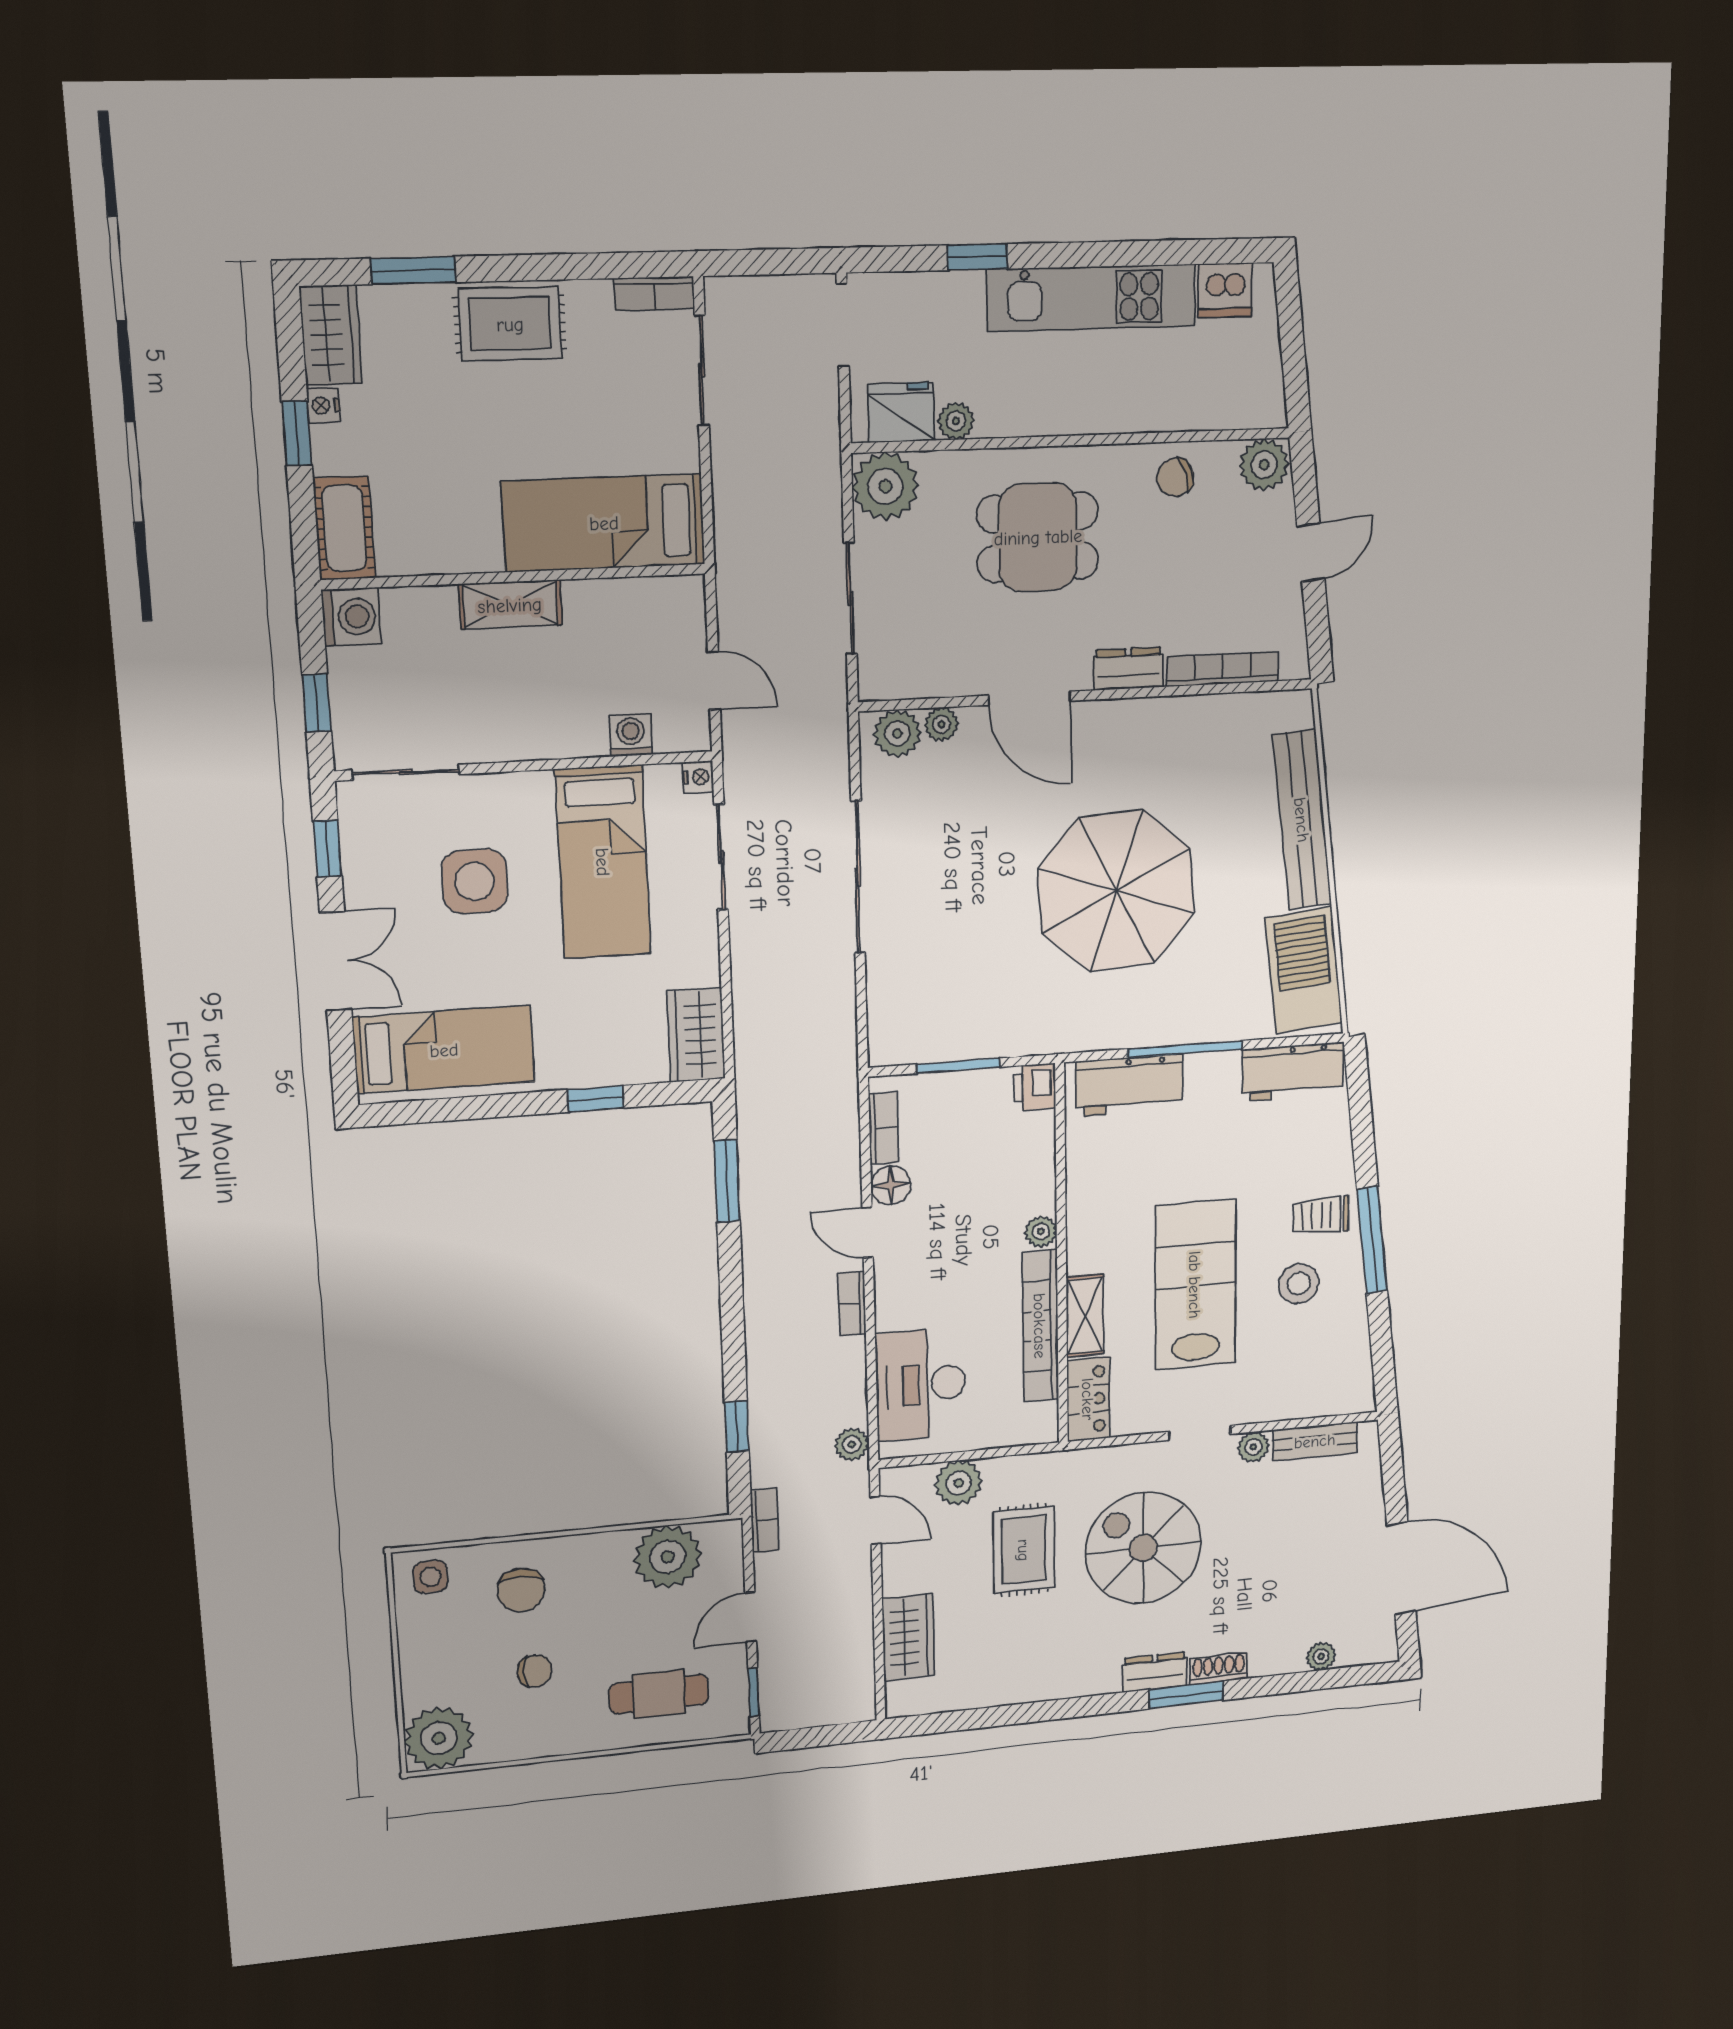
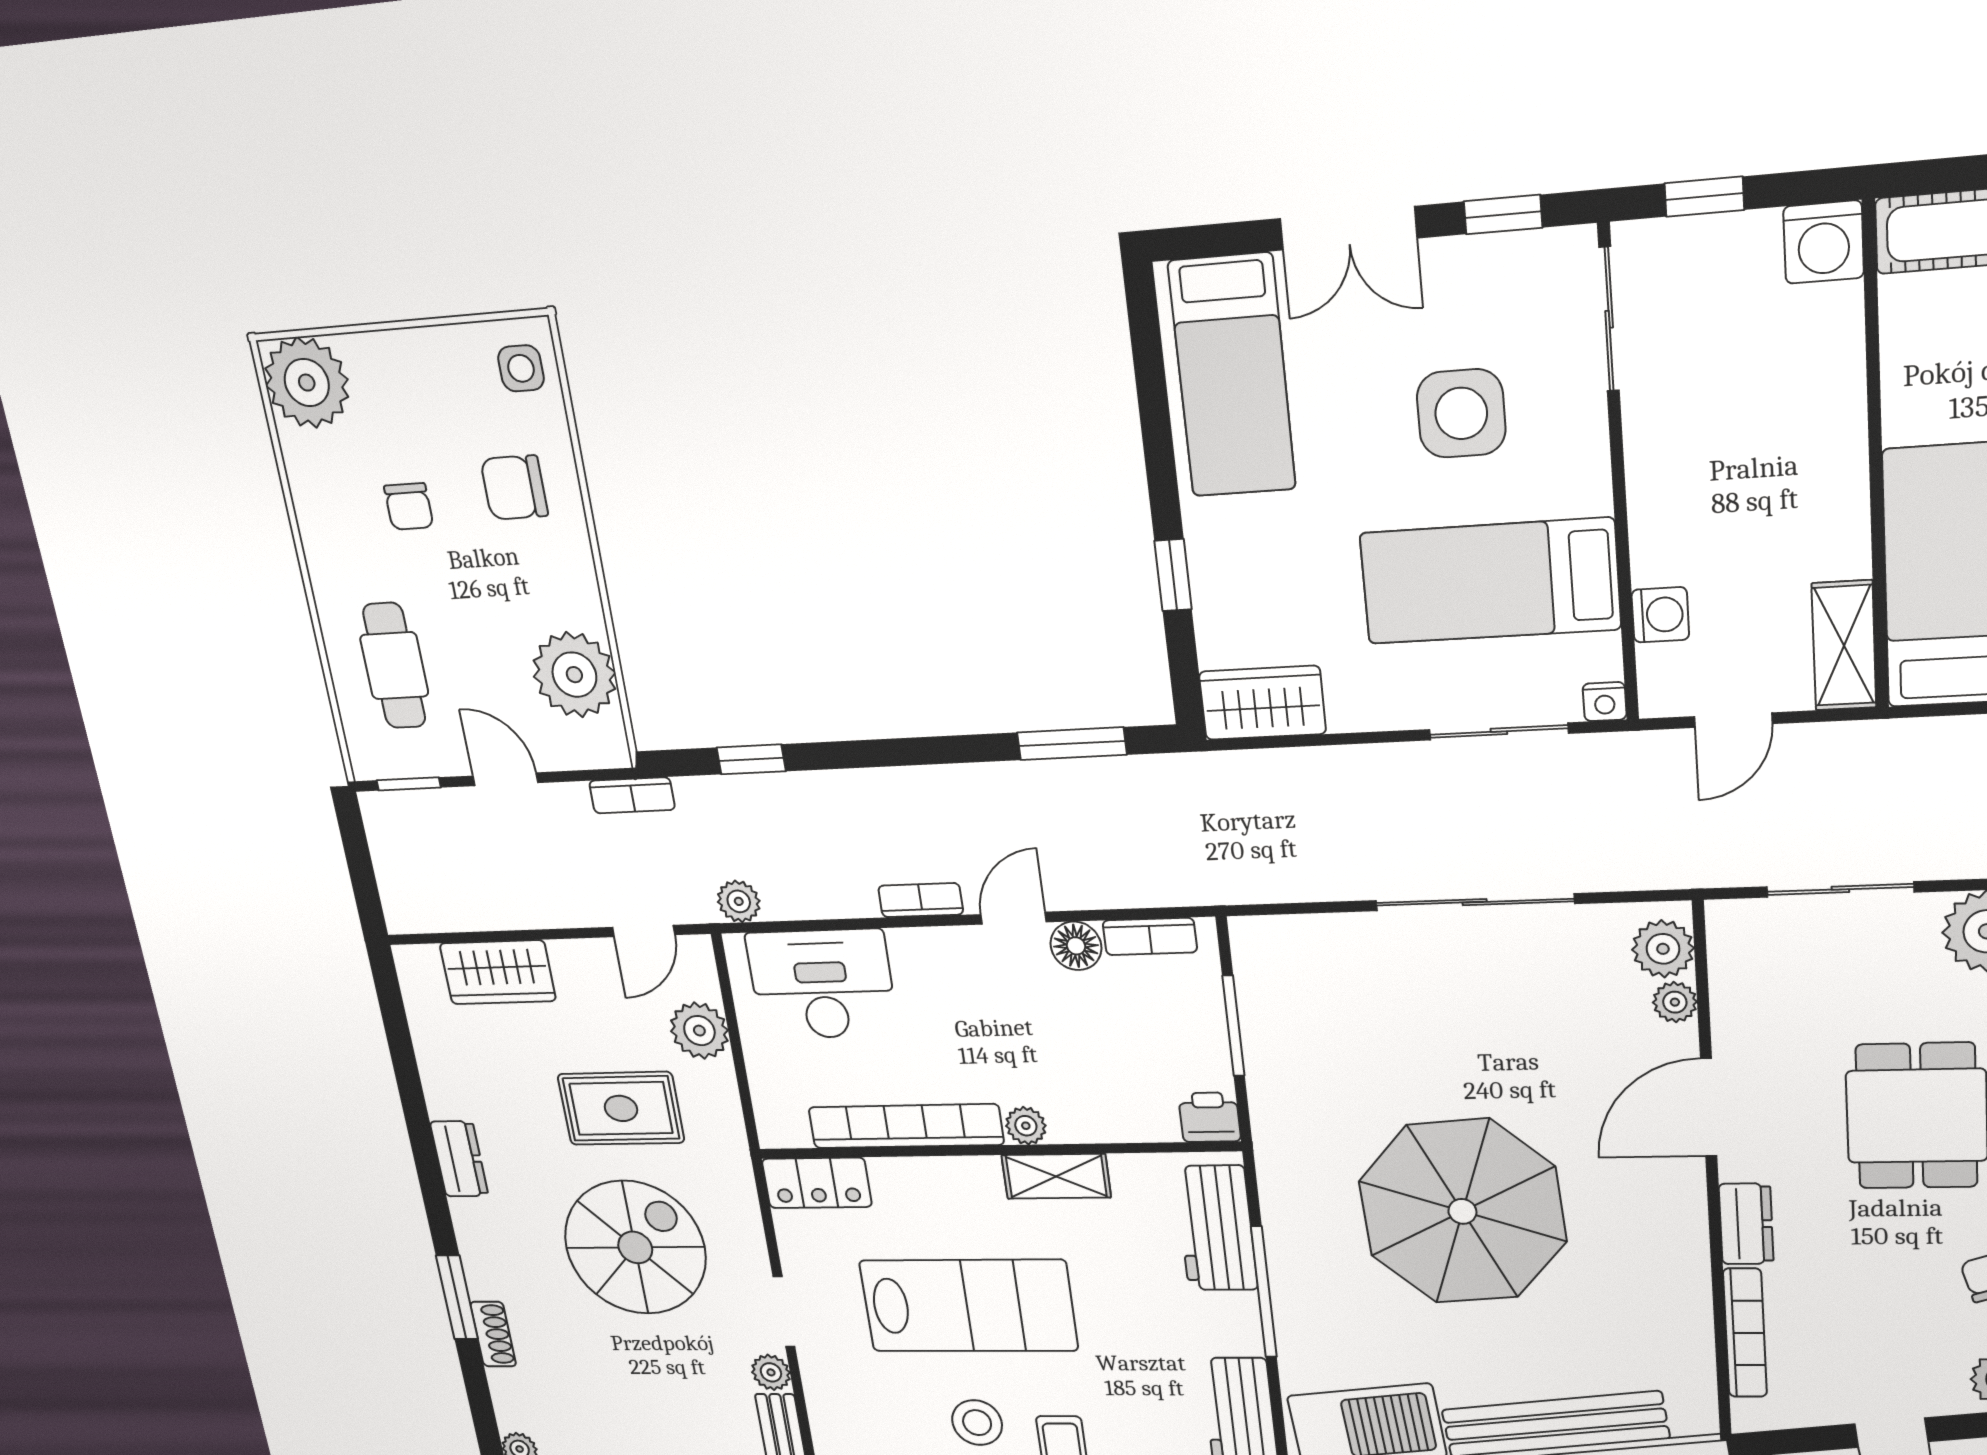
shelving: (510, 605) -> (1844, 646), moved
shelving: (1085, 1316) -> (1056, 1176), moved
dresser: (1155, 1672) -> (459, 1159), moved

